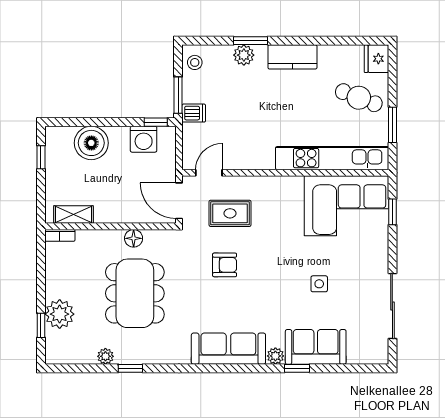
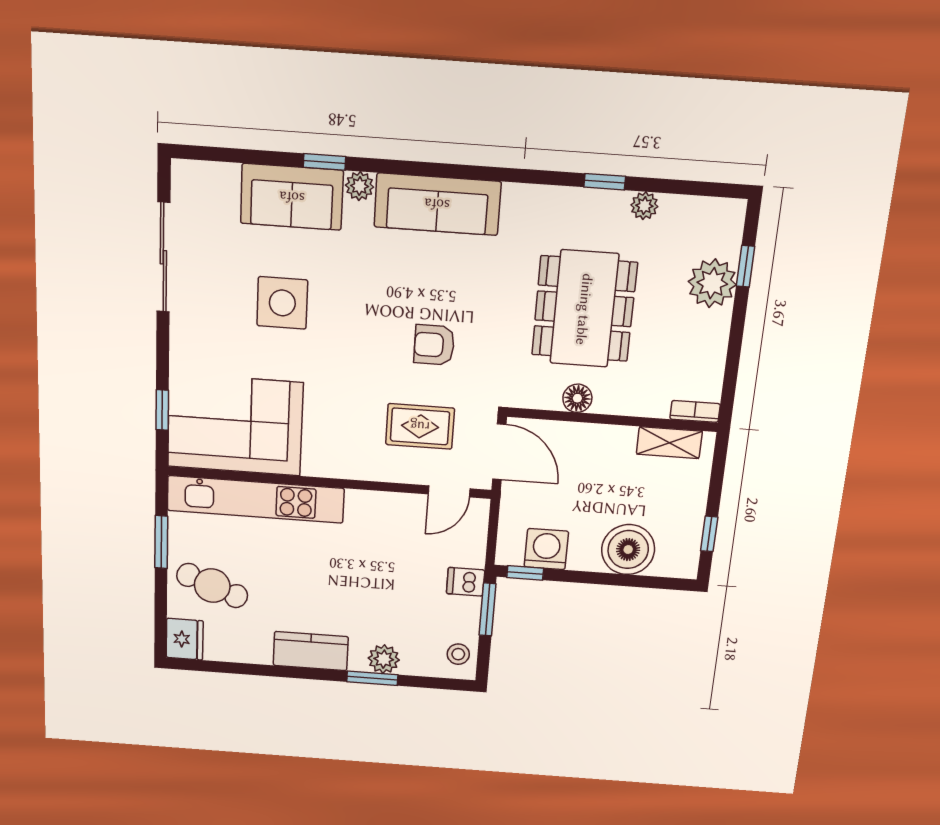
side table: (319, 284) -> (282, 303), width x1.87, depth x1.87

